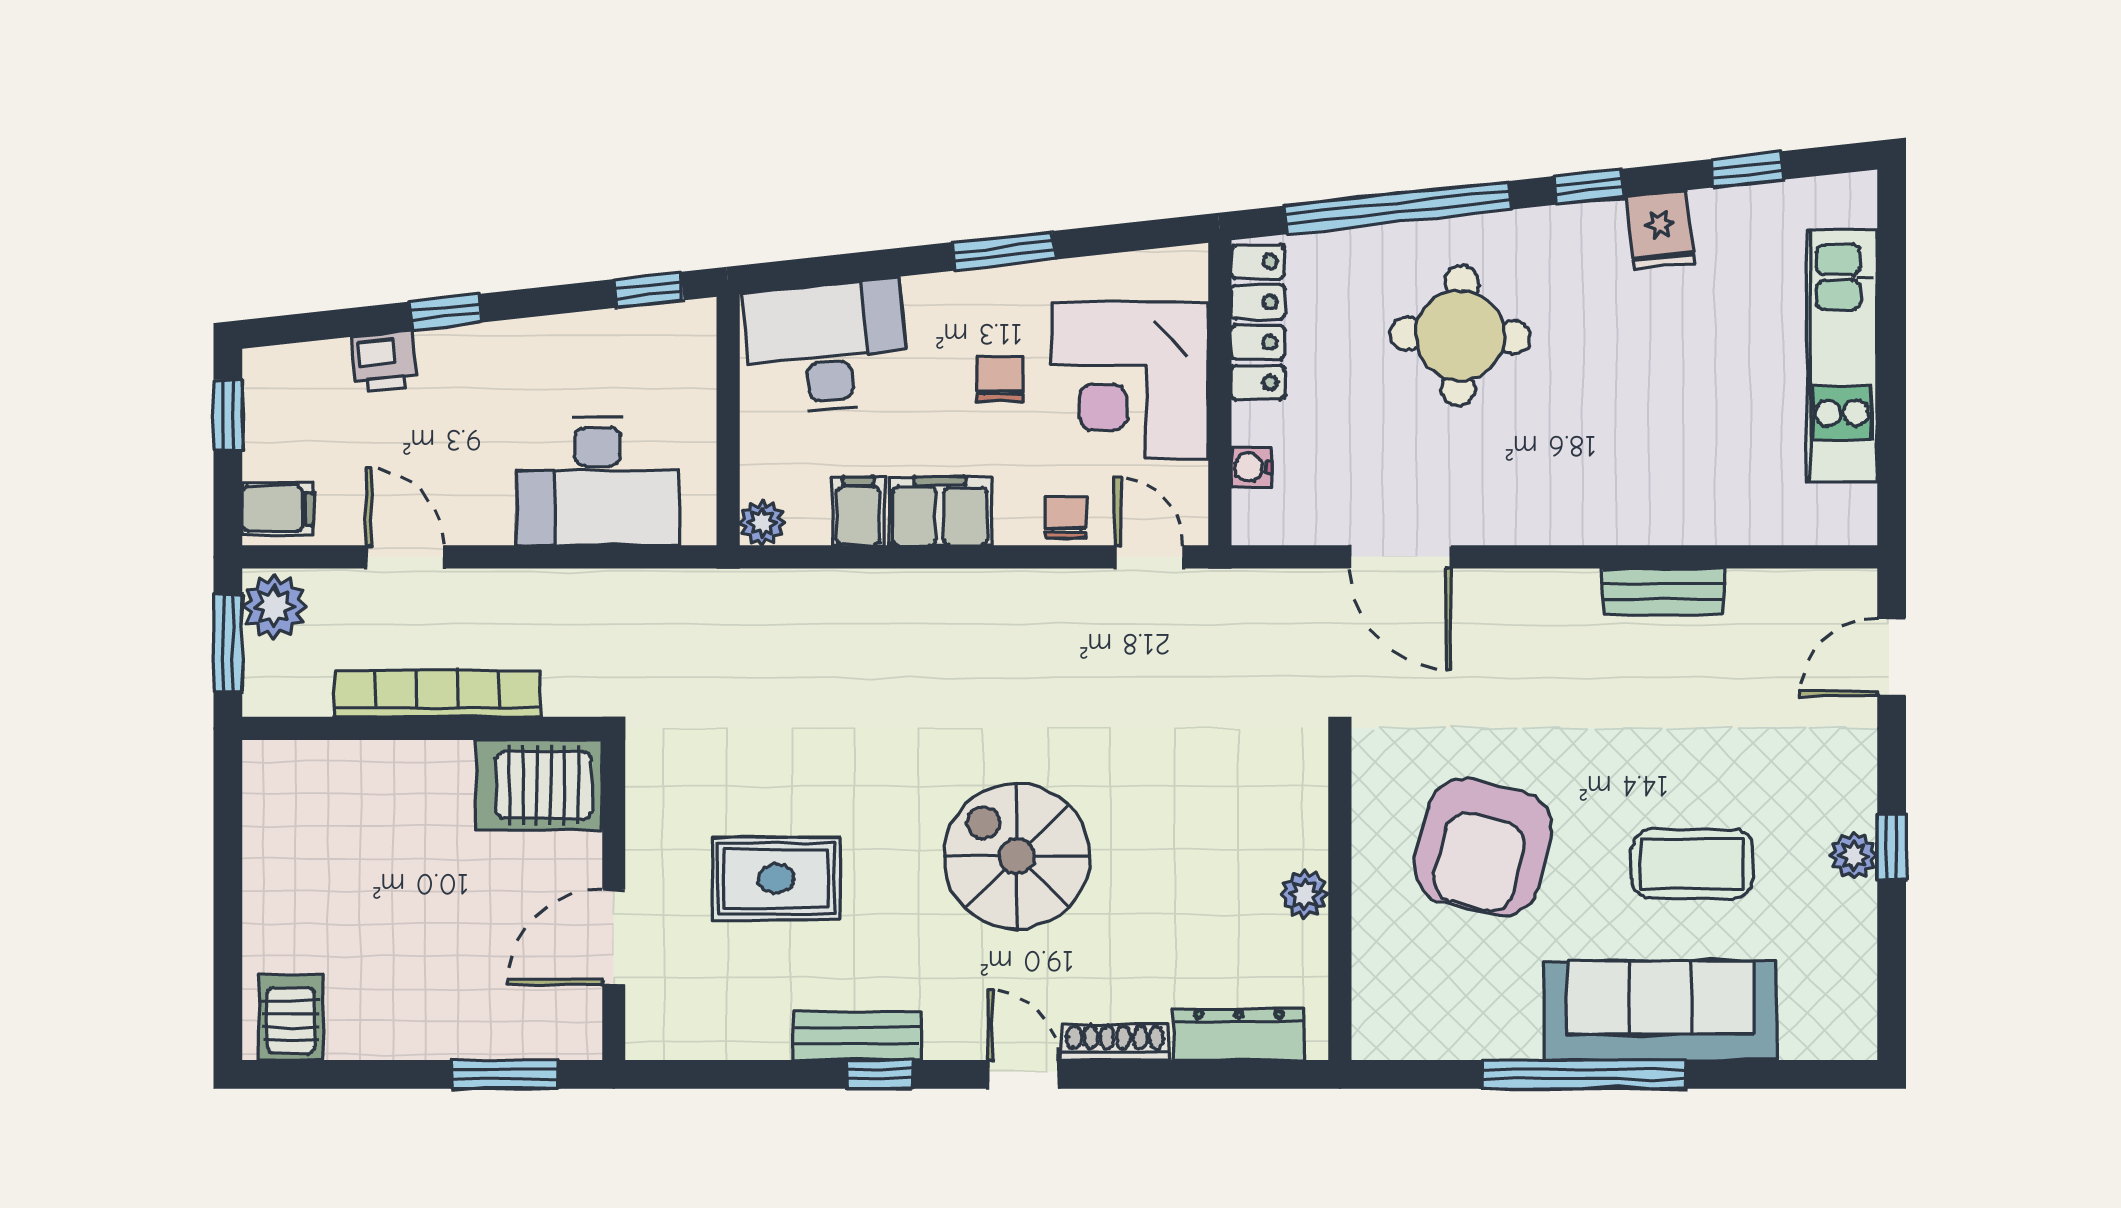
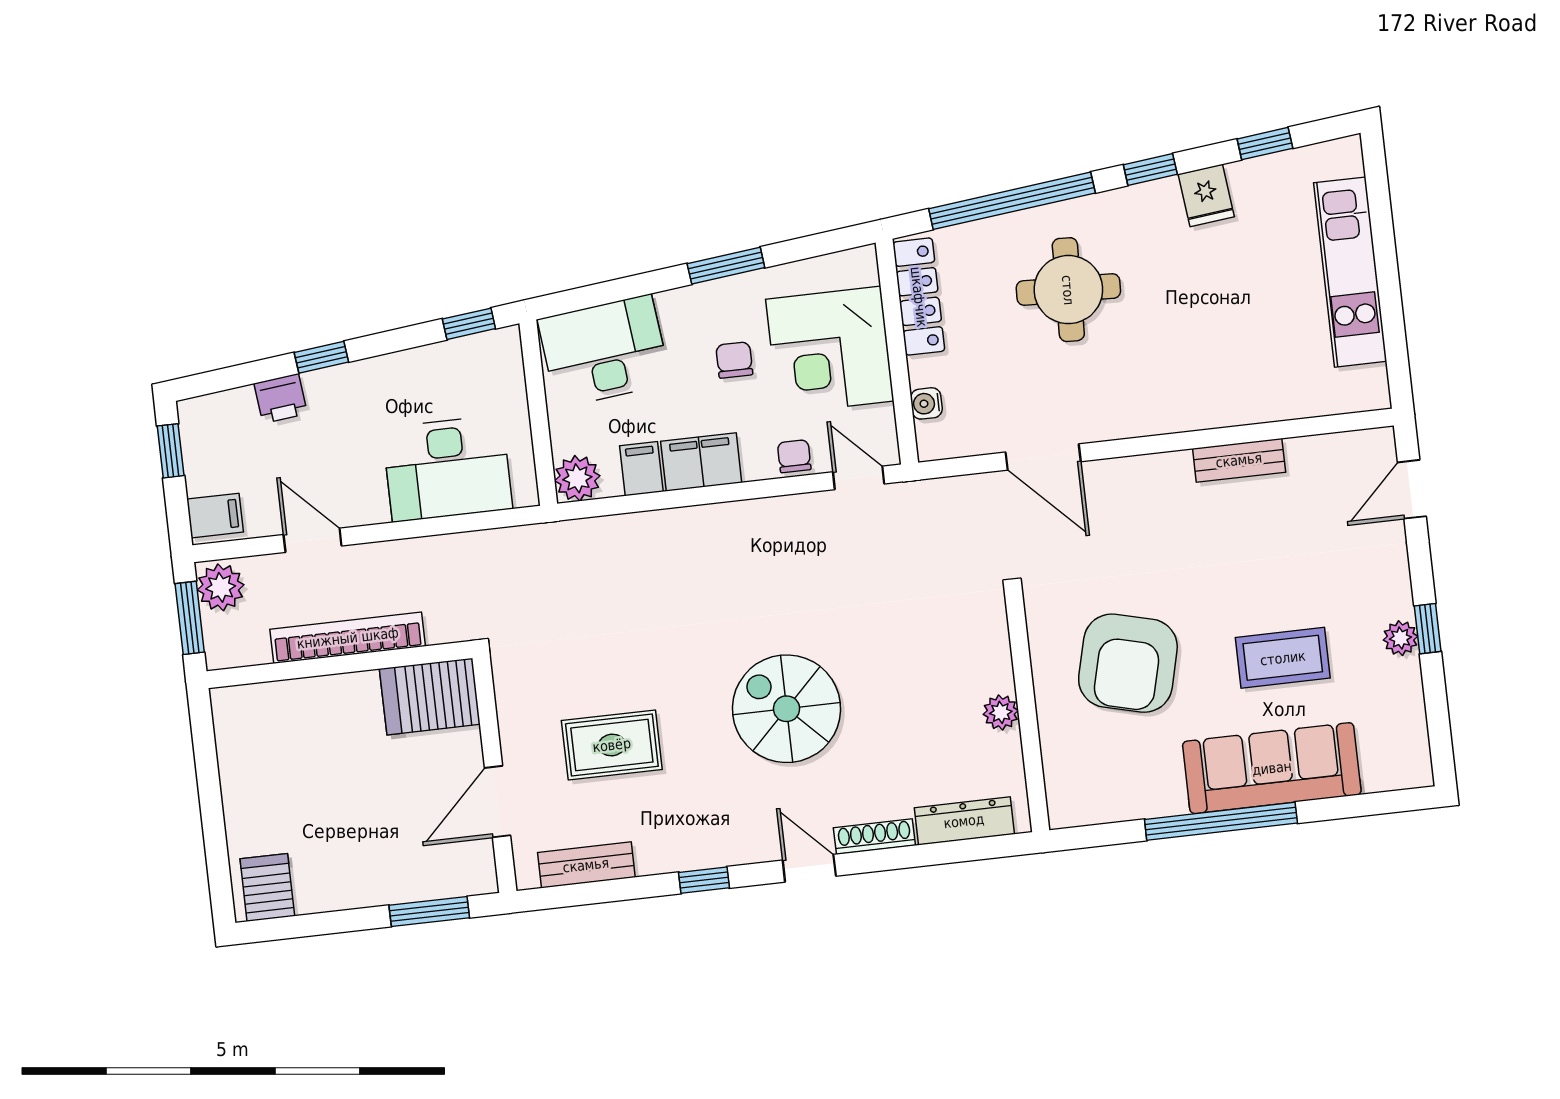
plant: (762, 523) -> (577, 478), width x1.38, depth x1.38
bench: (857, 1036) -> (586, 865), moved

